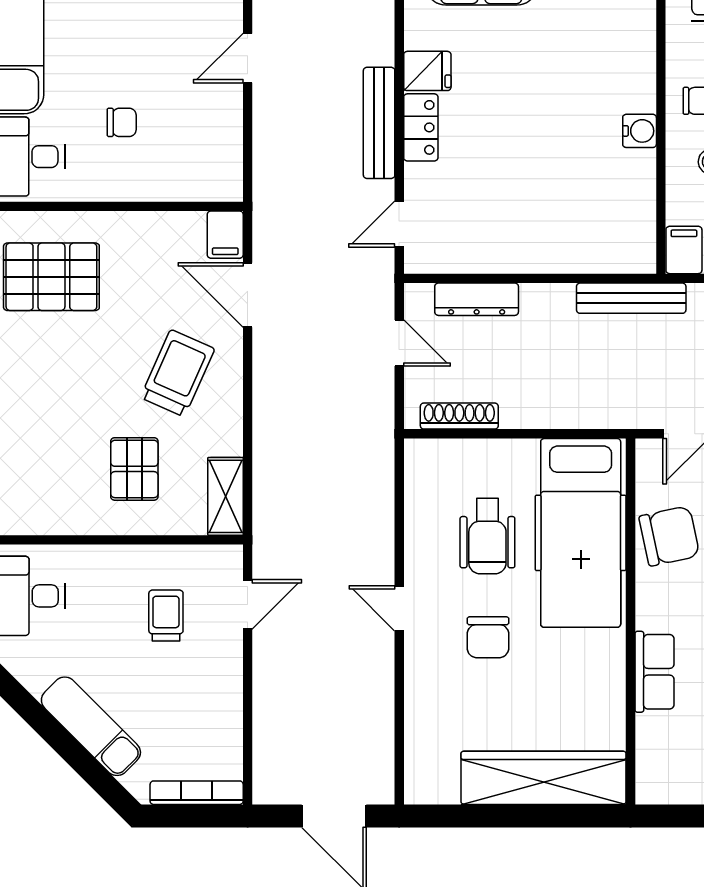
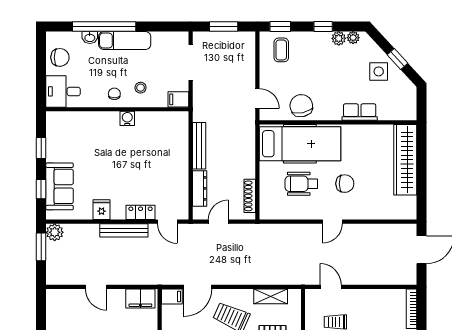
locker: (421, 127) -> (141, 212), moved
filing cabinet: (221, 162) -> (140, 298), added
bench: (631, 298) -> (199, 146), moved
shelving: (225, 496) -> (271, 296), moved
wheelchair: (487, 536) -> (301, 184), turned 180

